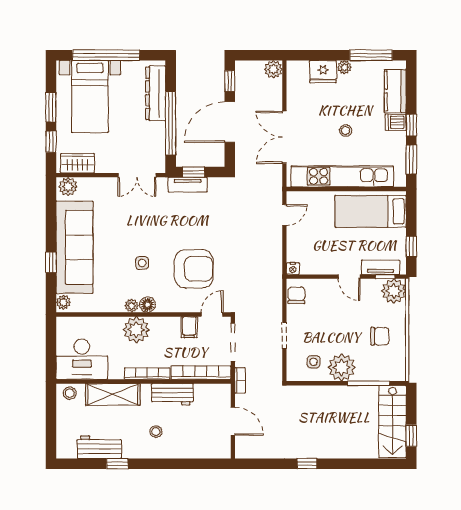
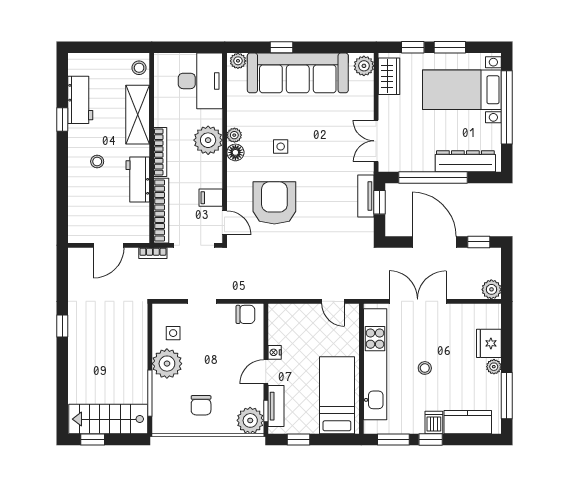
armchair: (194, 269) -> (274, 203), turned 180
nightstand: (293, 269) -> (275, 352), moved
desk: (82, 359) -> (200, 81), moved, turned 180

